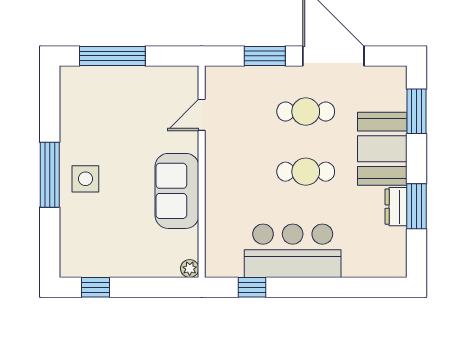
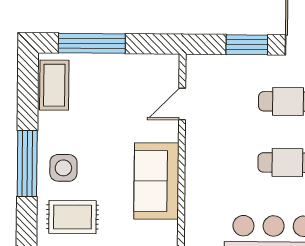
coffee table: (76, 97) -> (54, 85), added
rug: (95, 227) -> (72, 217), added

